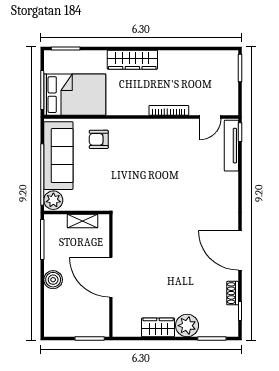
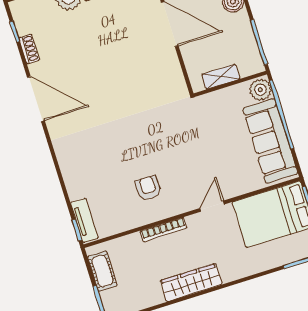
wardrobe: (132, 60) -> (191, 283), moved
cot: (230, 92) -> (102, 271), added
door: (210, 117) -> (212, 206), moved
armchair: (99, 139) -> (148, 188), moved, turned -90
tv unit: (231, 146) -> (84, 220), width x0.71

